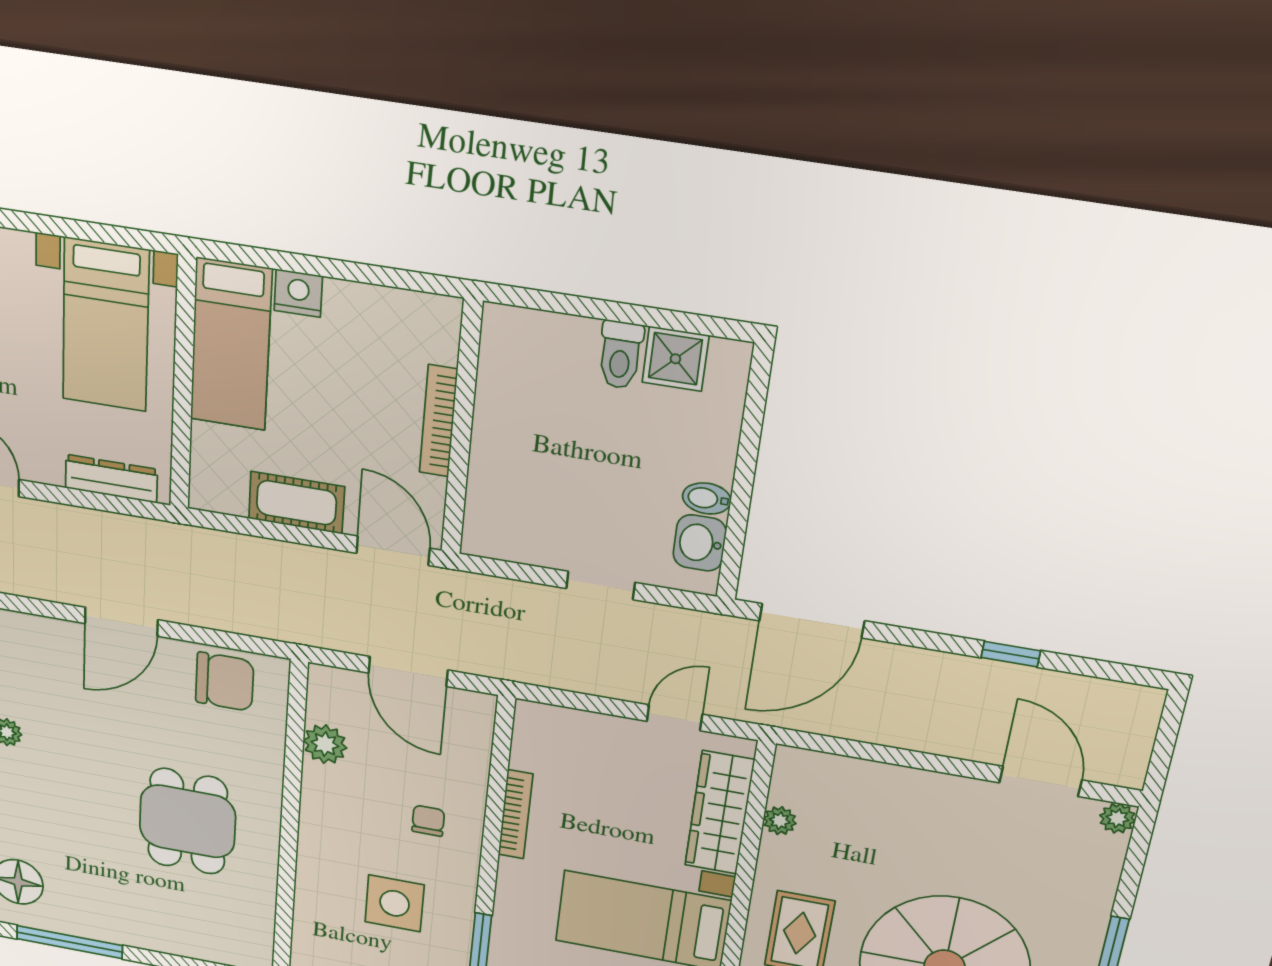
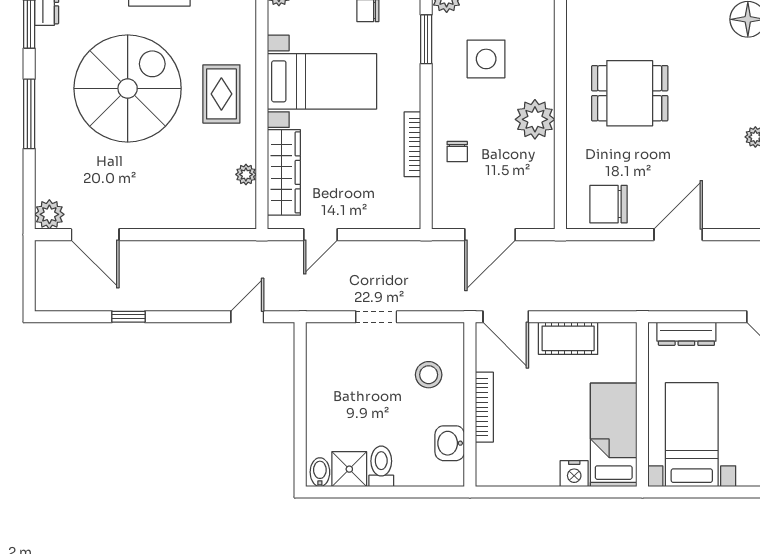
stool: (525, 485) -> (429, 375), added
bidet: (707, 498) -> (320, 472), moved, turned -90
washbasin: (700, 543) -> (450, 443), moved, turned 180
door: (812, 621) -> (247, 317), width x0.53
door: (408, 671) -> (490, 235), swing flipped
plant: (325, 744) -> (535, 119), moved, width x1.36, depth x1.36
plant: (1118, 818) -> (49, 214), width x1.38, depth x1.38
dining table: (187, 821) -> (630, 93), turned 90
chair: (428, 821) -> (457, 152), moved

